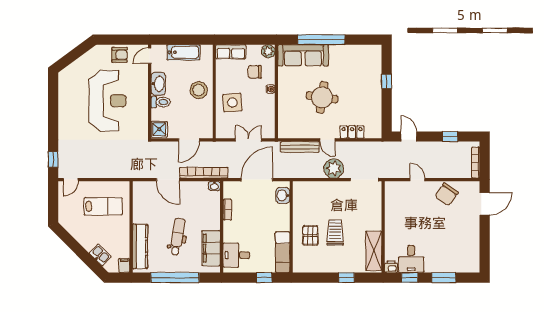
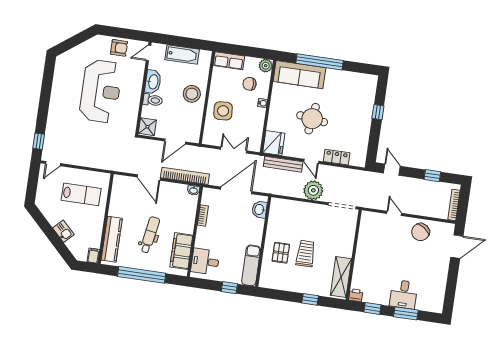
fridge: (287, 127) -> (274, 143), added
kitchen sink: (100, 255) -> (63, 231), moved
desk: (411, 259) -> (404, 294), moved

